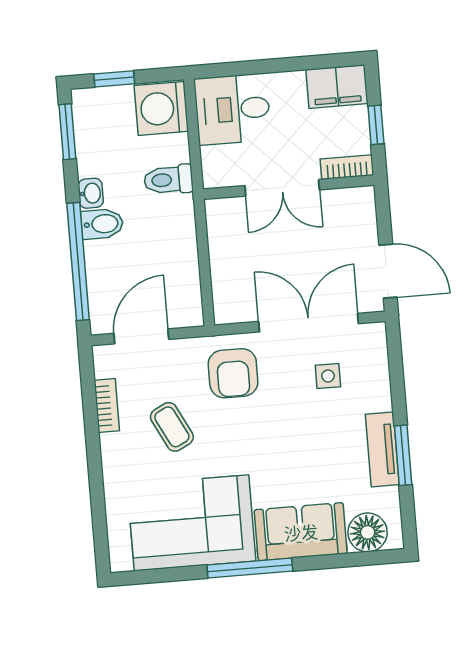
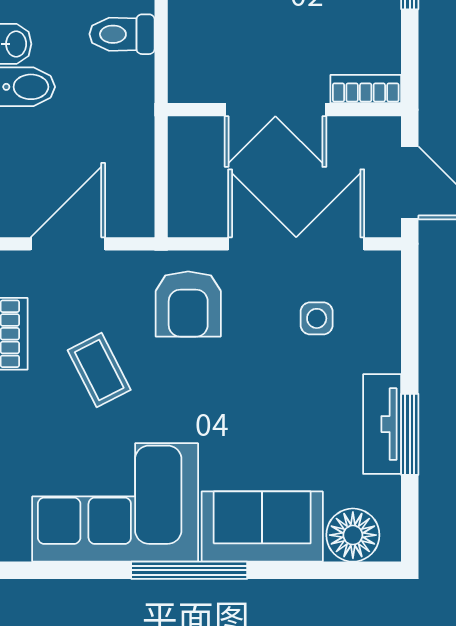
bookcase: (347, 167) -> (366, 89), moved
wall: (289, 187) -> (284, 110), moved
double door: (282, 188) -> (275, 110), moved

